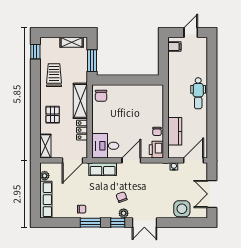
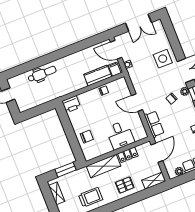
filing cabinet: (174, 47) -> (115, 69), moved
trolley: (54, 75) -> (91, 197), turned 180
dental chair: (198, 93) -> (42, 74), moved
chair: (101, 96) -> (87, 137), moved
desk: (105, 146) -> (120, 135), moved
printer: (156, 150) -> (71, 104), moved
door: (72, 160) -> (157, 153), hinge flipped
side table: (182, 209) -> (163, 59), moved

